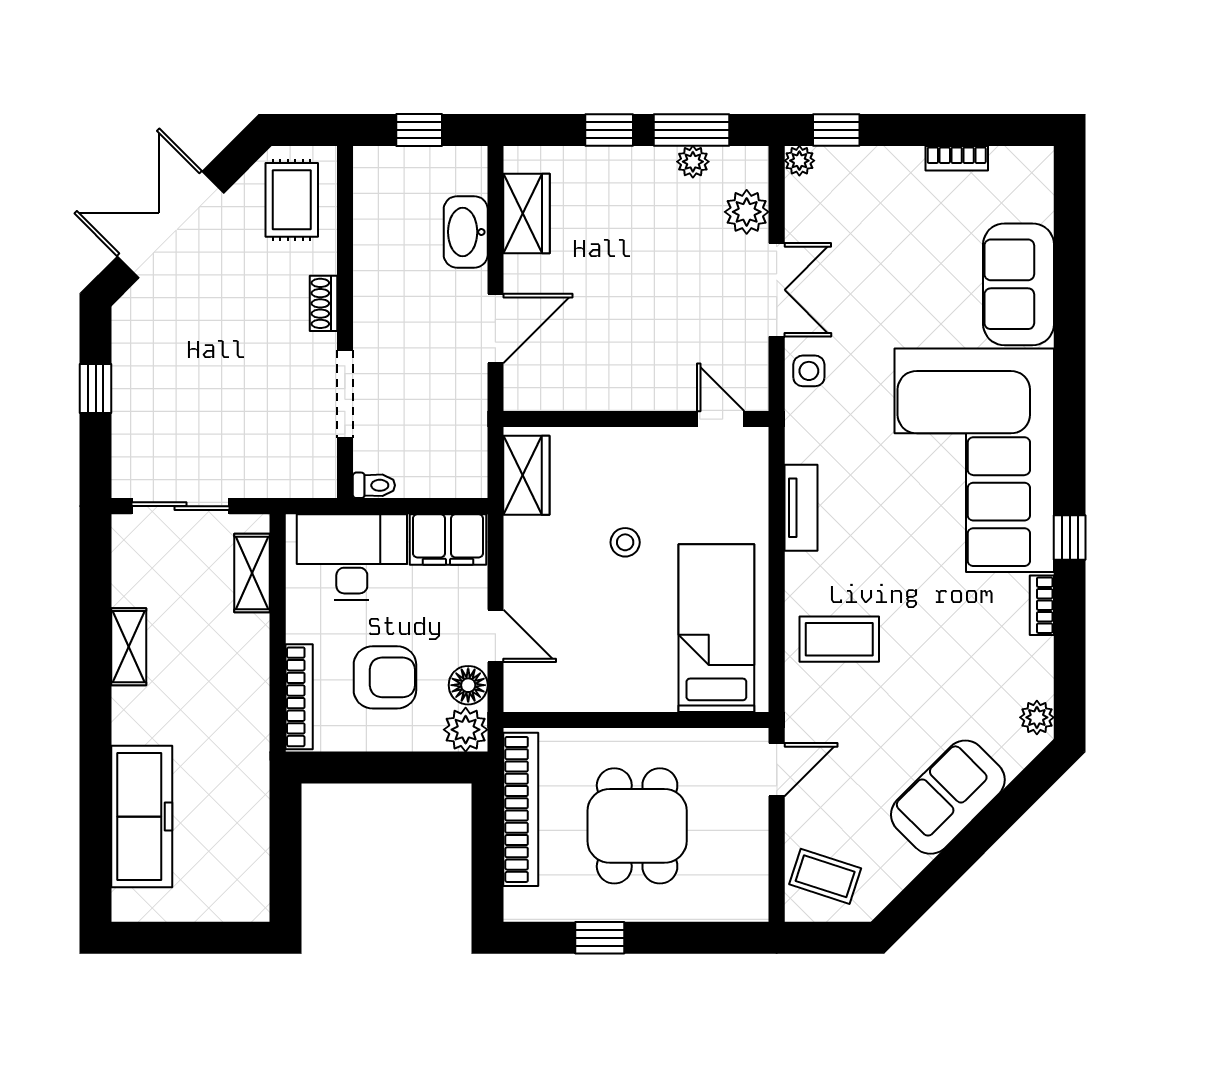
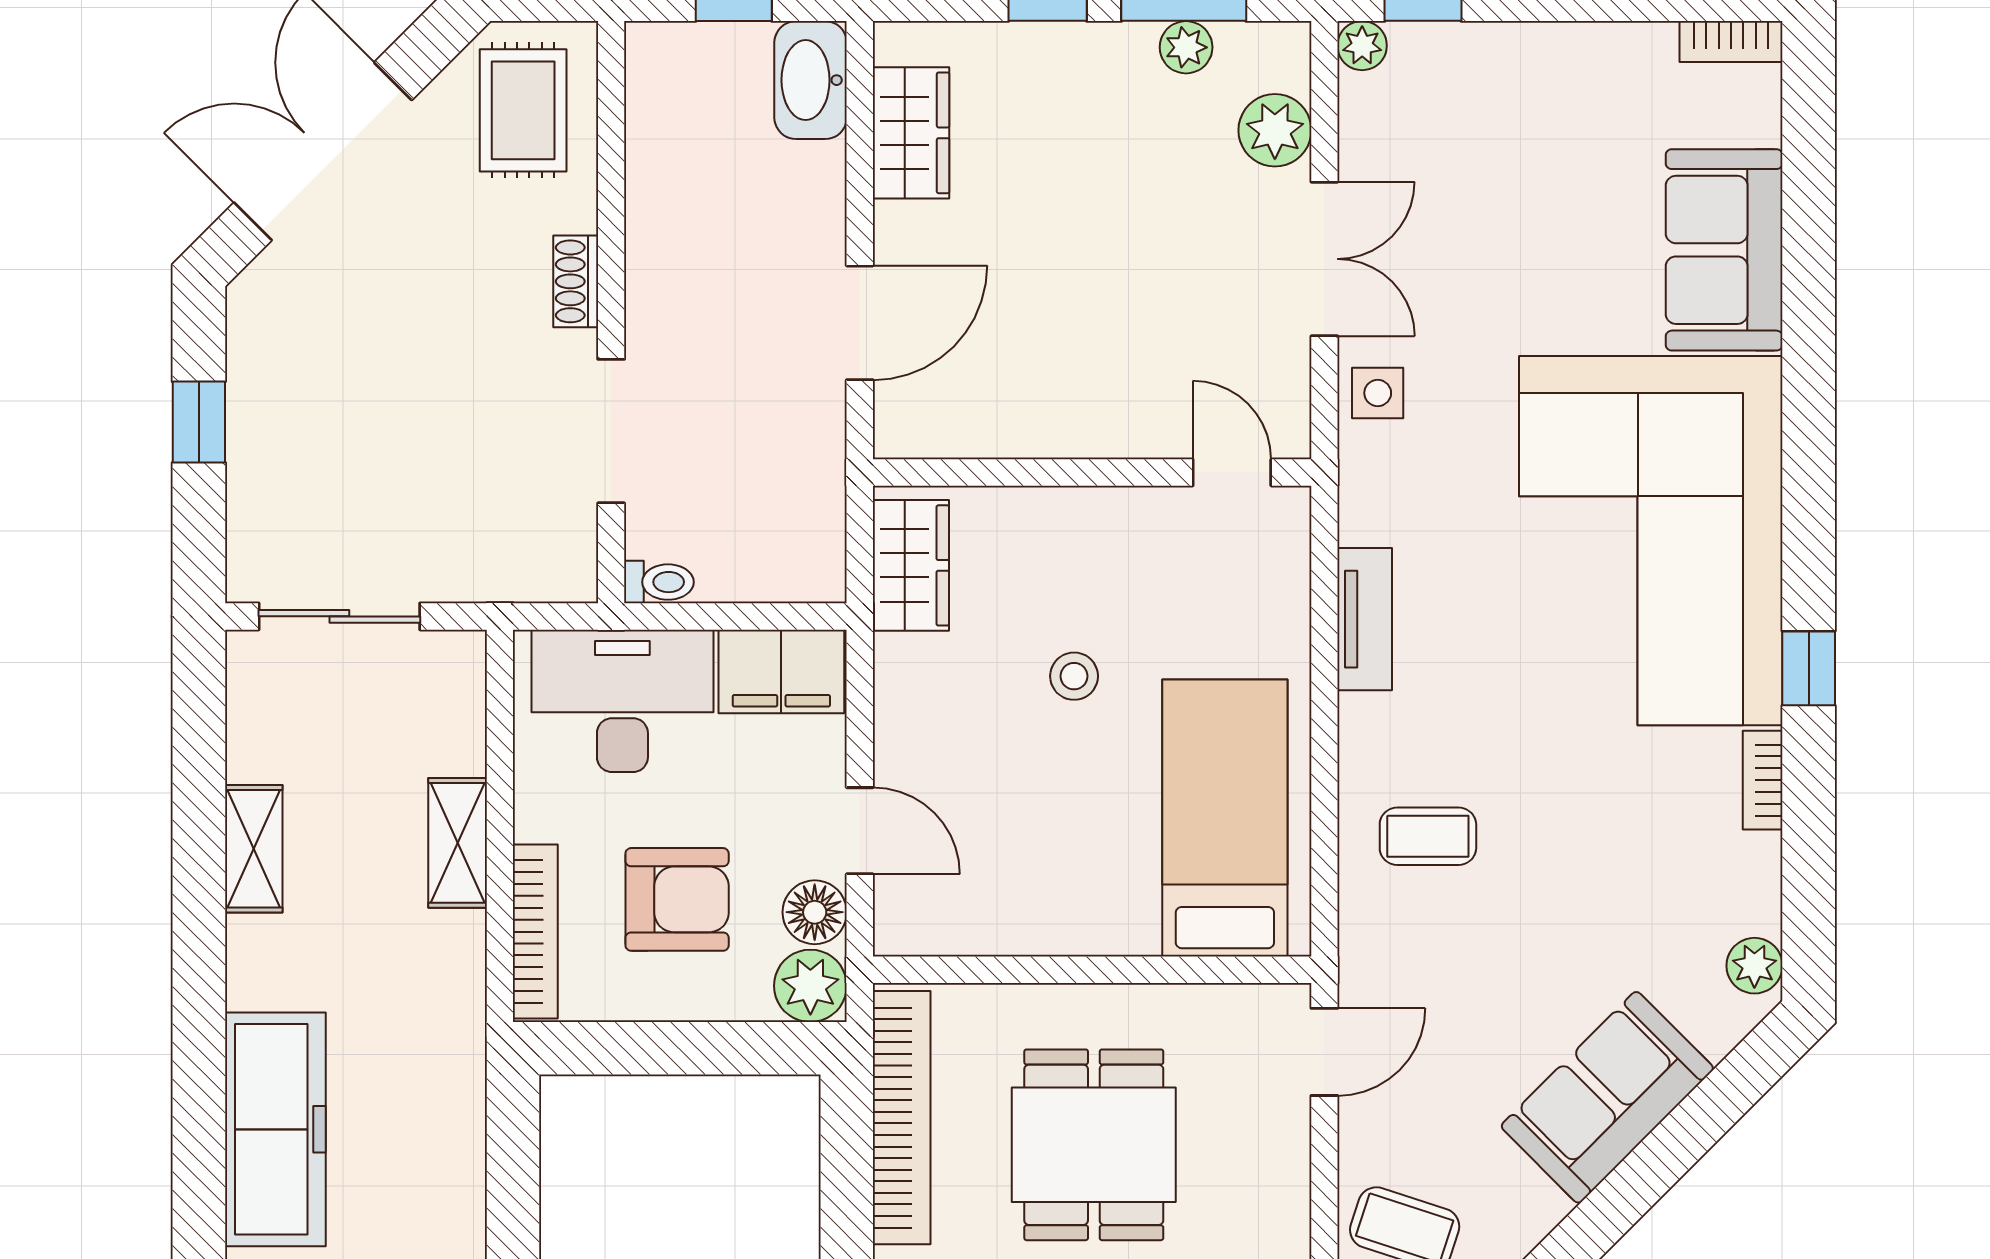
bookcase: (957, 158) -> (1731, 42), moved
washbasin: (466, 232) -> (811, 80), moved
shelving: (252, 573) -> (458, 843), moved
coffee table: (839, 639) -> (1428, 836), width x0.73, depth x0.77

